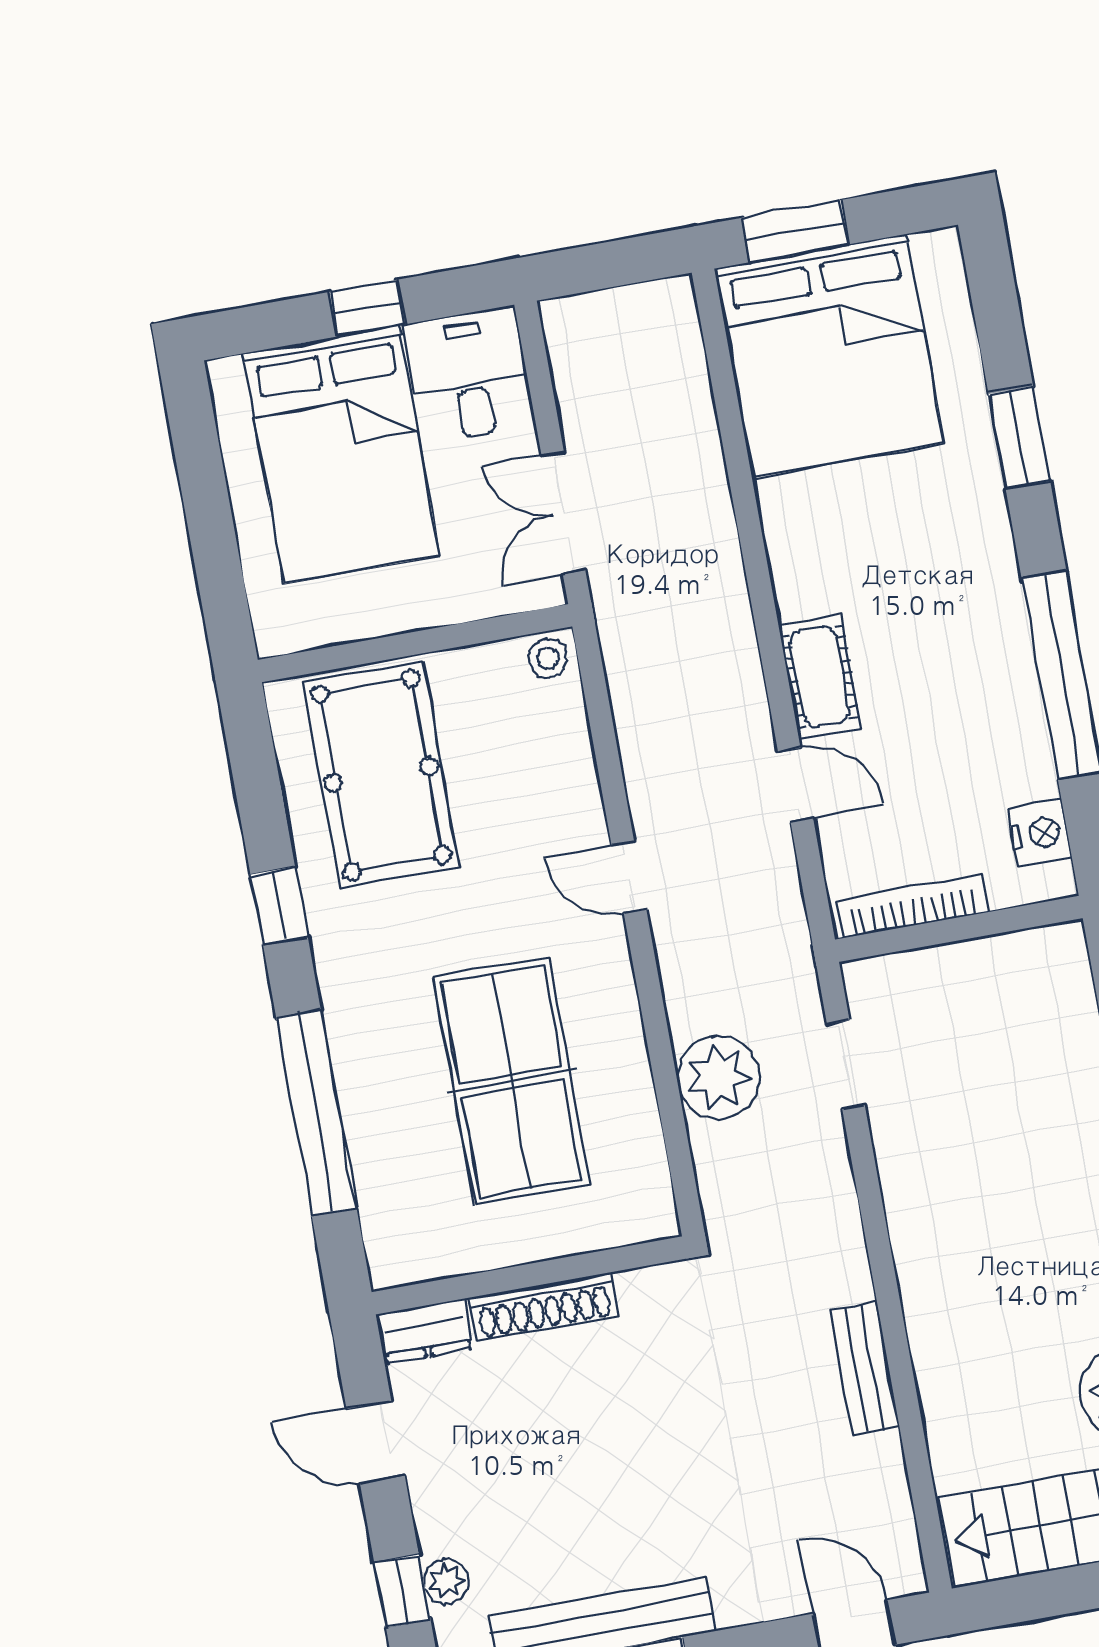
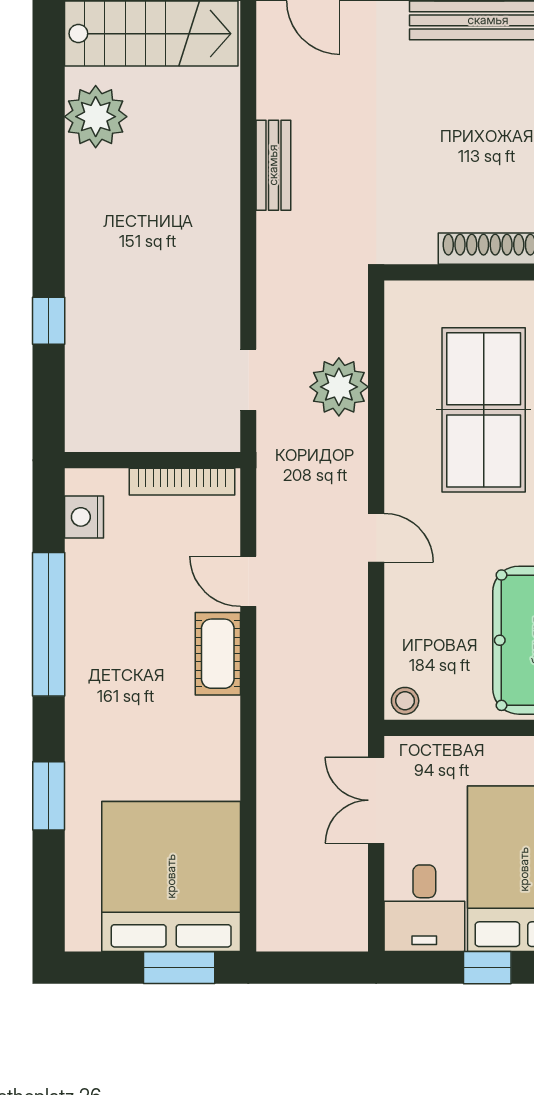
double door: (563, 513) -> (376, 800), swing flipped

